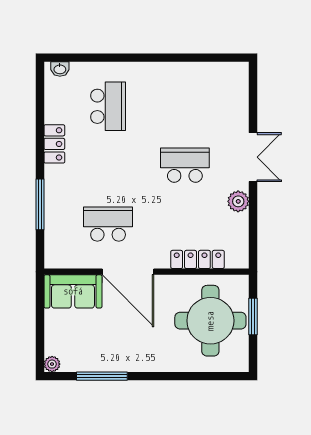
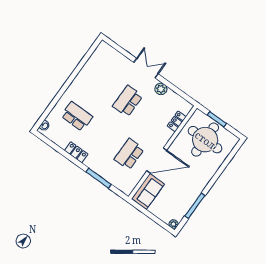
locker: (197, 259) -> (177, 121), width x0.66

